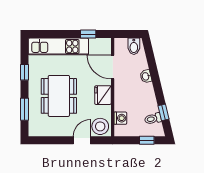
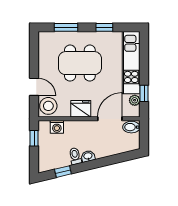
plant: (95, 43) -> (135, 100), added
bidet: (134, 46) -> (131, 127), moved
washbasin: (146, 76) -> (88, 156), moved
toilet: (153, 119) -> (75, 156), moved
window: (147, 140) -> (34, 138), moved

